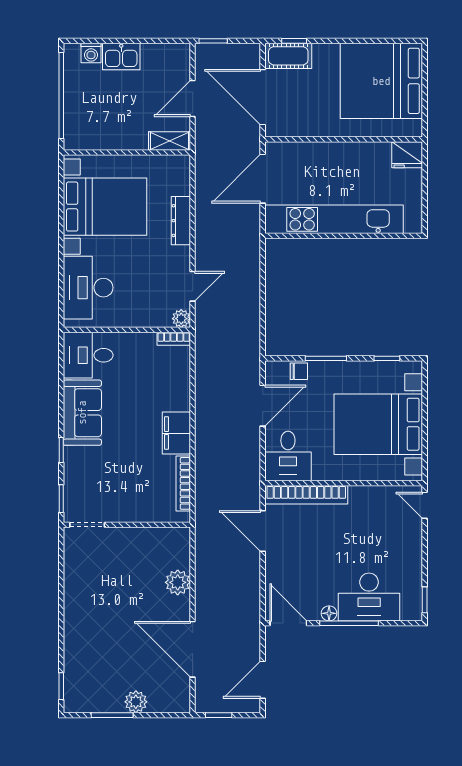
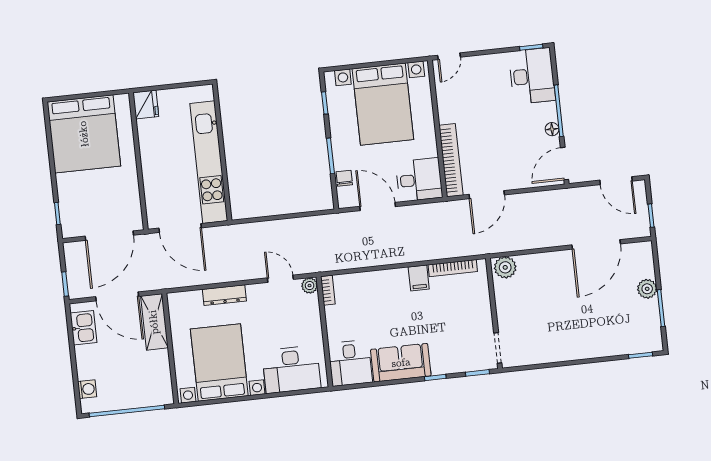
cot: (288, 56) -> (71, 217), removed
kitchen sink: (121, 57) -> (84, 328), moved
door: (193, 99) -> (117, 296), width x1.36
shelving: (170, 141) -> (154, 322), width x1.50, depth x1.33
filing cabinet: (176, 433) -> (419, 278), width x0.50
plant: (178, 582) -> (505, 267), moved
desk: (369, 597) -> (532, 76), moved

